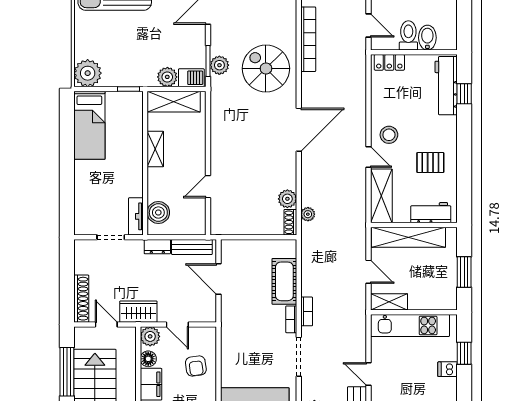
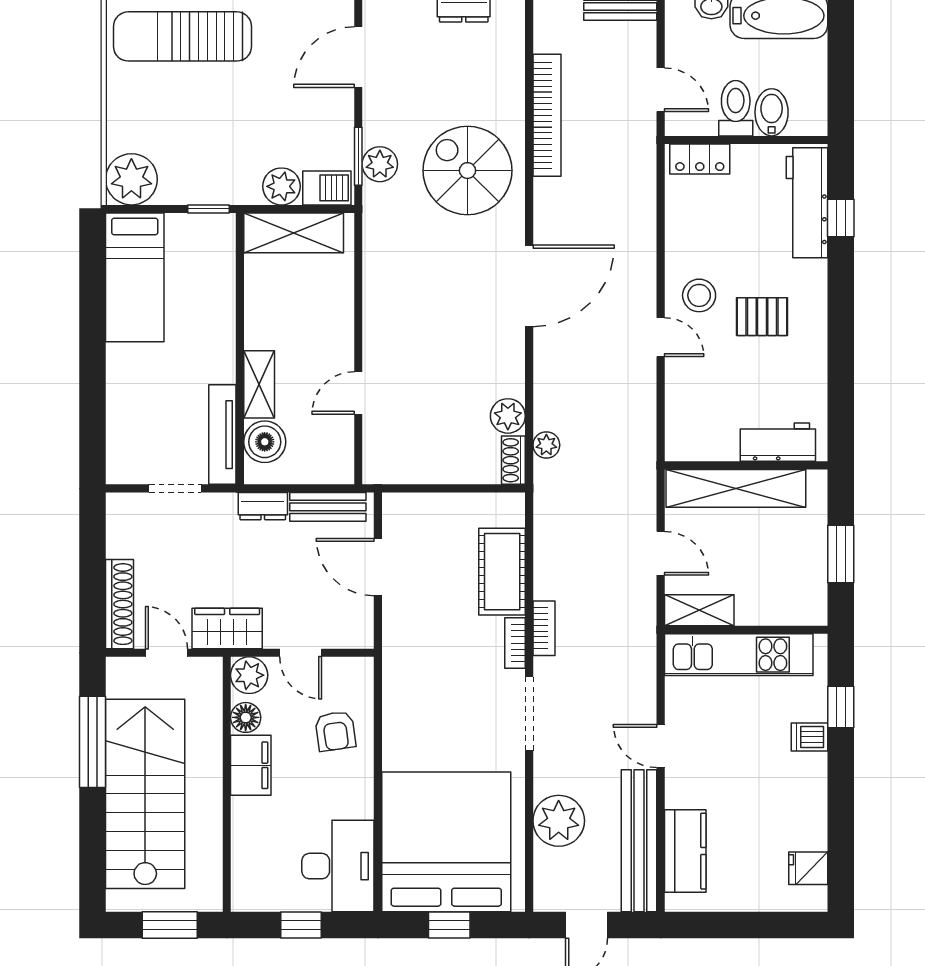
shelving: (155, 149) -> (259, 384), moved
pallet: (430, 163) -> (762, 317), moved
shelving: (381, 196) -> (685, 411), removed
tv unit: (136, 216) -> (222, 435), width x1.41

